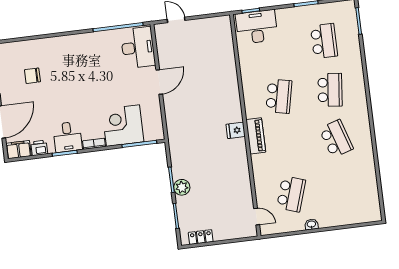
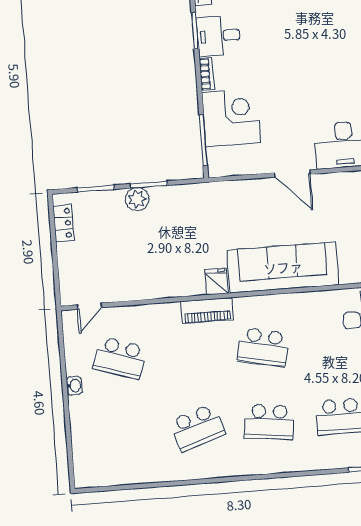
sofa: (224, 86) -> (283, 267), added

